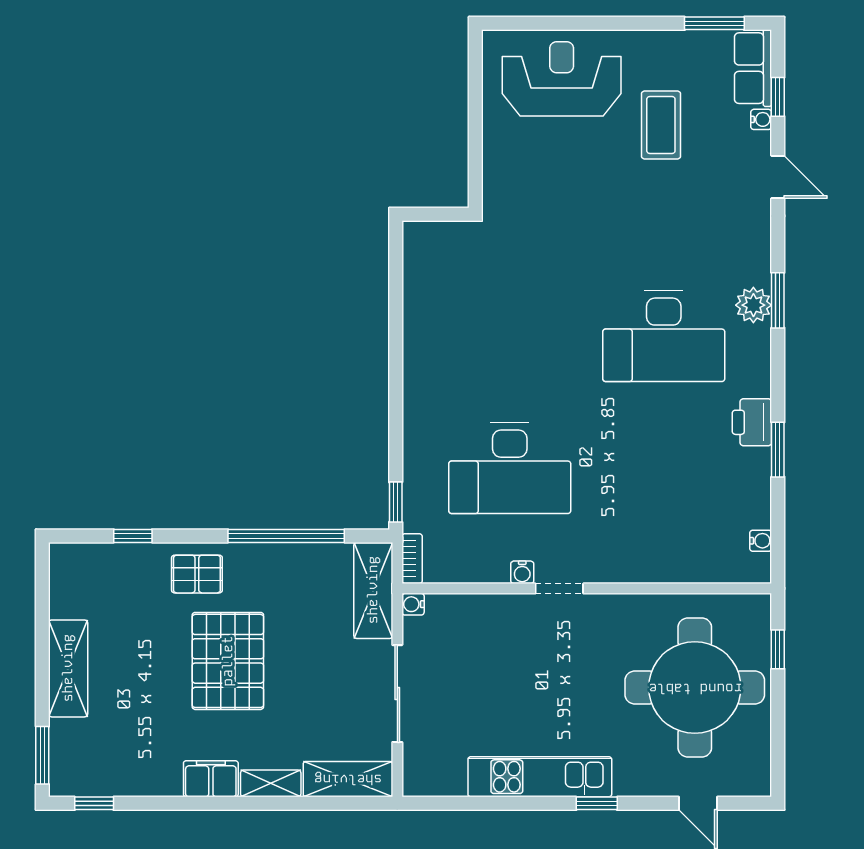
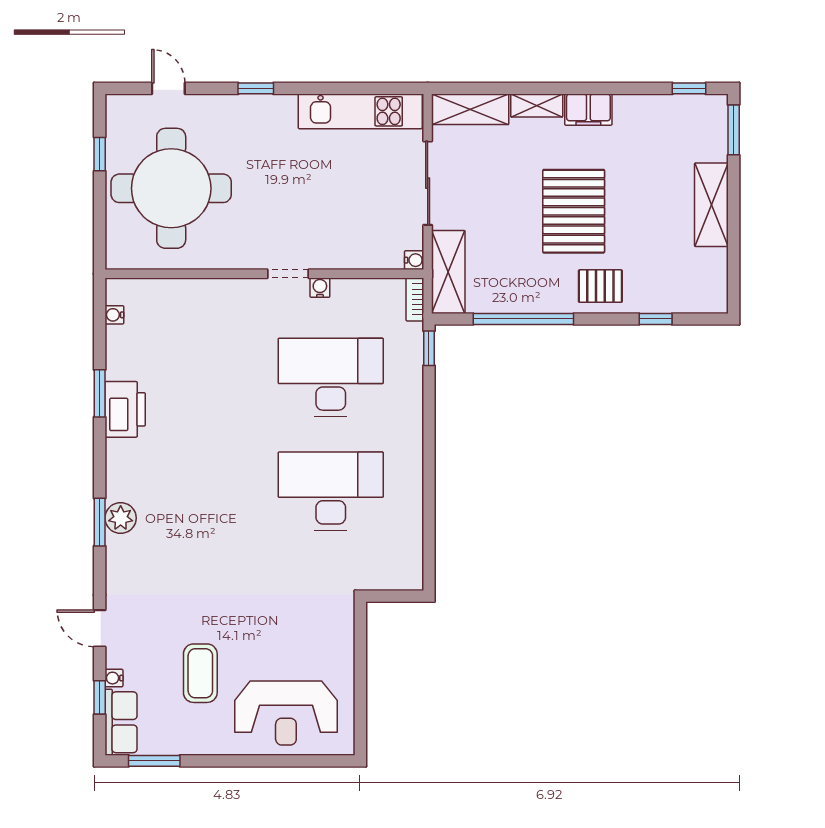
desk: (664, 336) -> (331, 491), moved
printer: (752, 422) -> (125, 409), width x1.37, depth x1.19
window: (778, 649) -> (100, 154), moved
kitchen unit: (540, 777) -> (360, 111), moved

